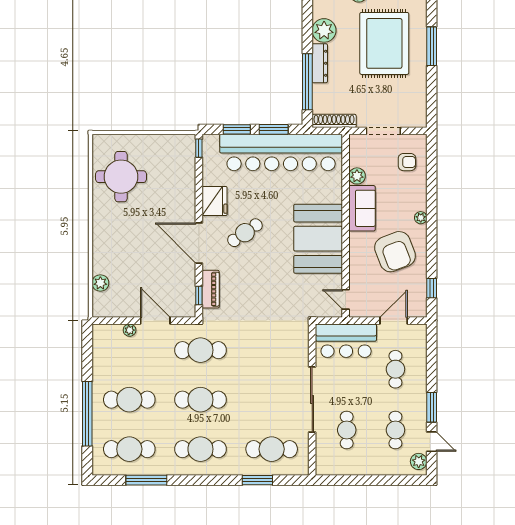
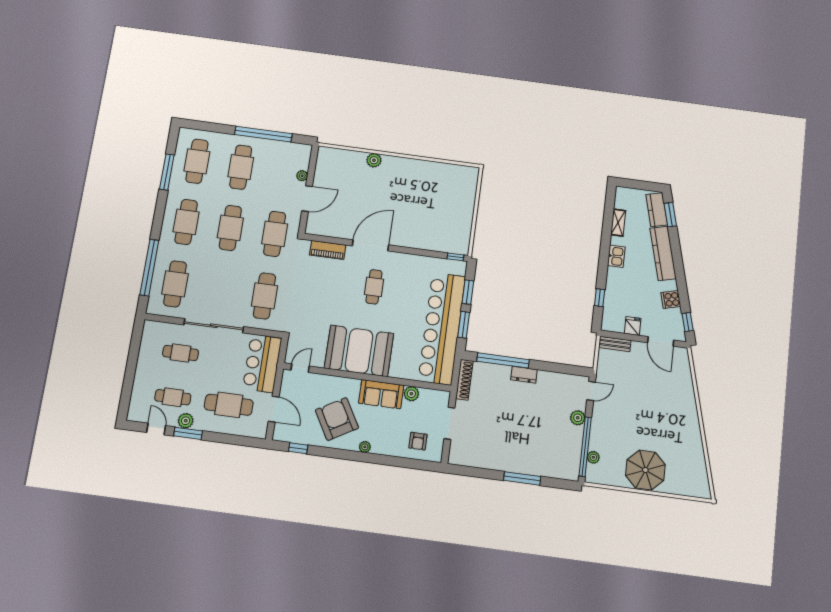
plant: (324, 30) -> (548, 382), removed
rug: (384, 43) -> (530, 435), removed
dresser: (320, 63) -> (524, 375), width x0.70
round table: (121, 177) -> (439, 187), removed
fridge: (215, 201) -> (406, 264), removed
cafe table: (245, 233) -> (374, 287), turned 35
armchair: (395, 252) -> (337, 419), turned 81
plant: (100, 283) -> (374, 160), moved
window: (199, 295) -> (324, 239), removed
cafe table: (272, 350) -> (264, 296), added
cafe table: (395, 369) -> (229, 405), width x1.37, depth x1.35
window: (87, 414) -> (263, 134), moved
door: (432, 442) -> (156, 429), swing flipped
plant: (419, 461) -> (186, 421), moved
window: (257, 480) -> (149, 268), width x2.11

